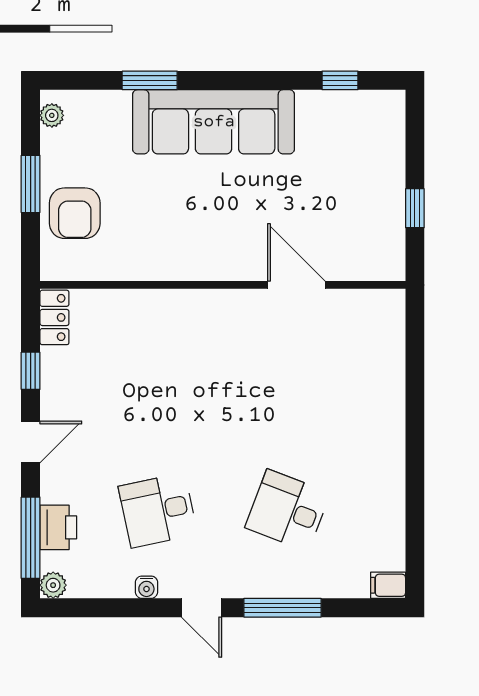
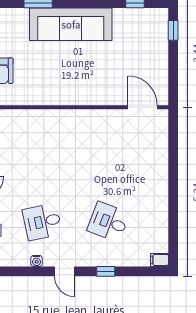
window: (415, 208) -> (173, 30), moved
door: (296, 285) -> (143, 107), moved
window: (282, 608) -> (106, 271), width x0.46

